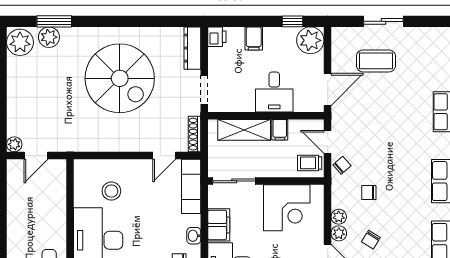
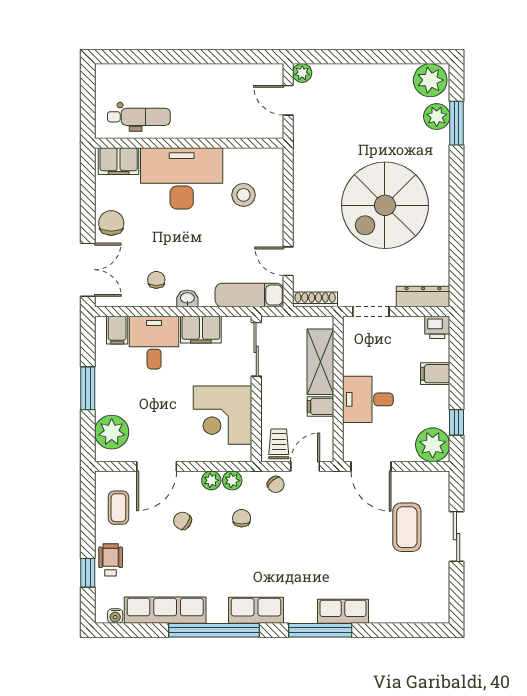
plant: (339, 233) -> (232, 480), moved

